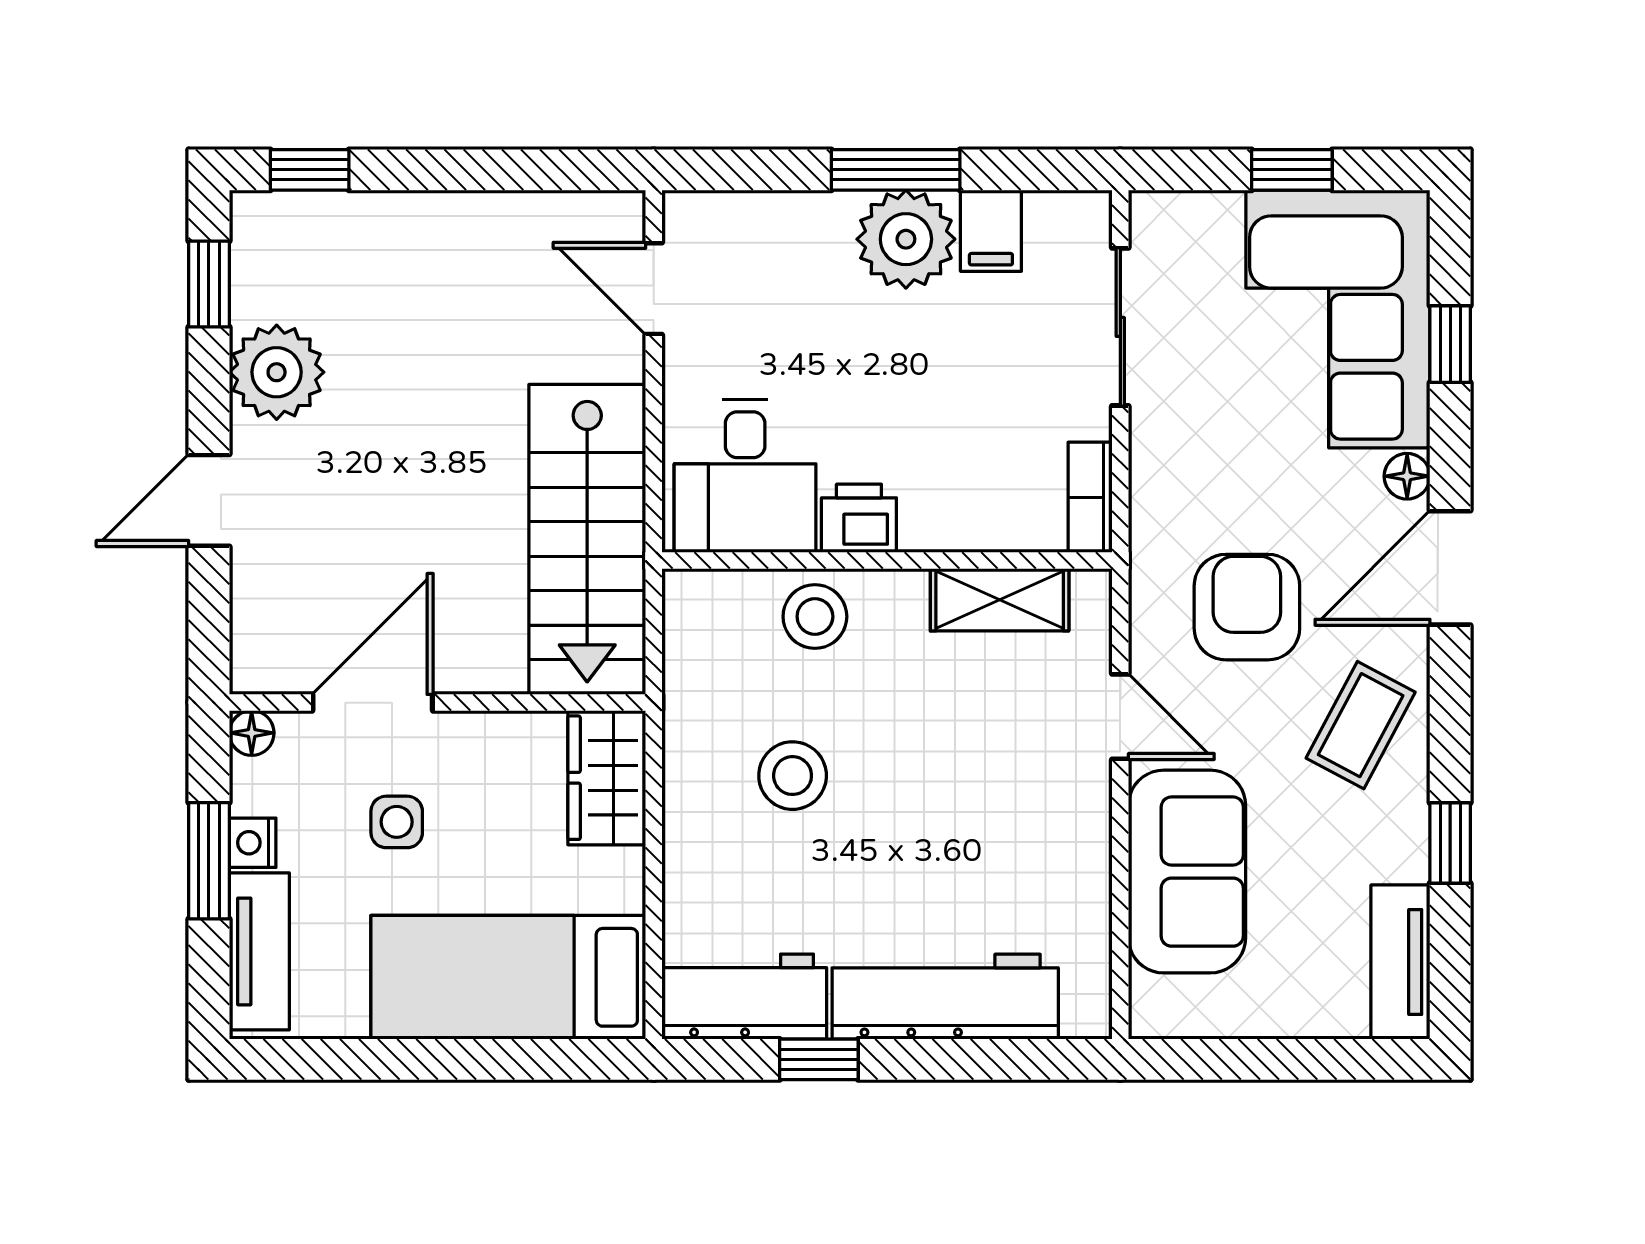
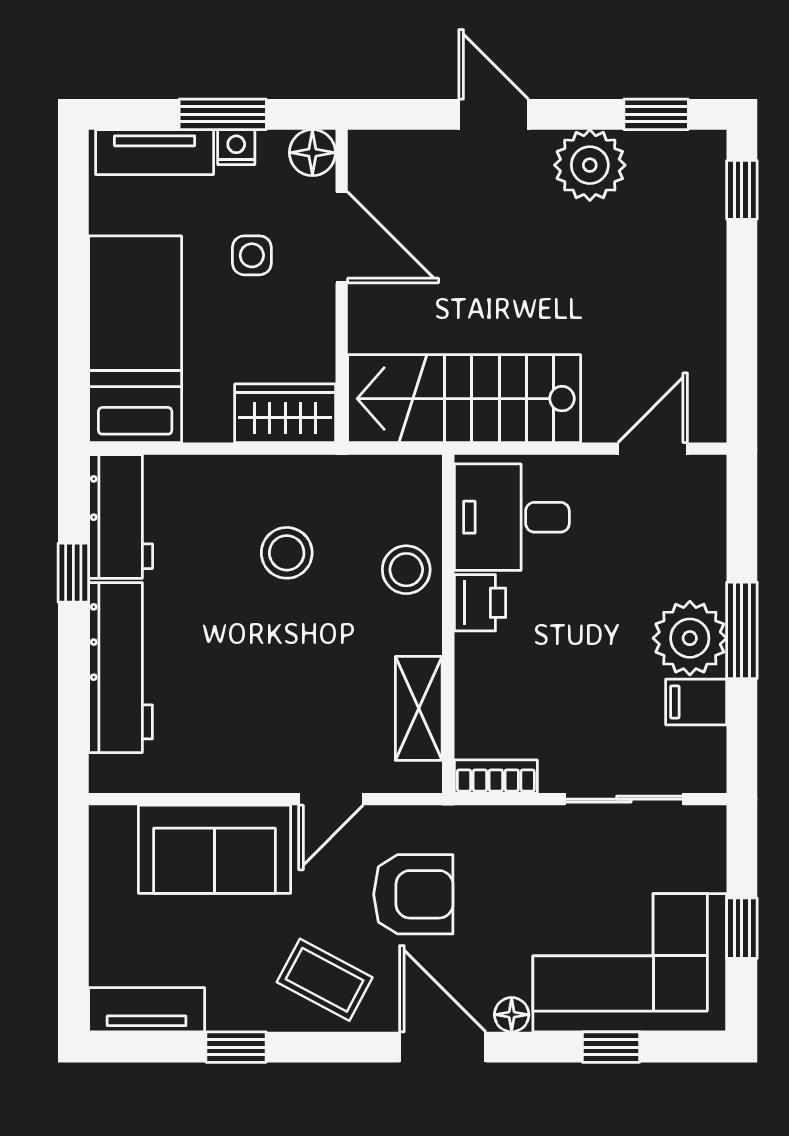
floor lamp: (252, 733) -> (312, 153), width x1.37, depth x1.37

